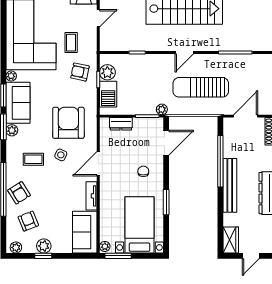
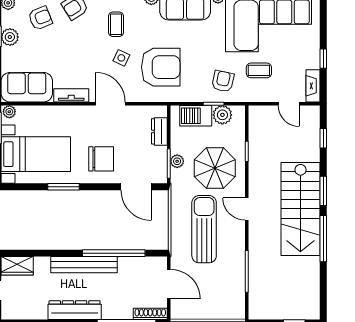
parasol: (151, 79) -> (215, 168), added
plant: (162, 109) -> (177, 161), moved
chair: (143, 171) -> (101, 159), width x1.87, depth x1.87

